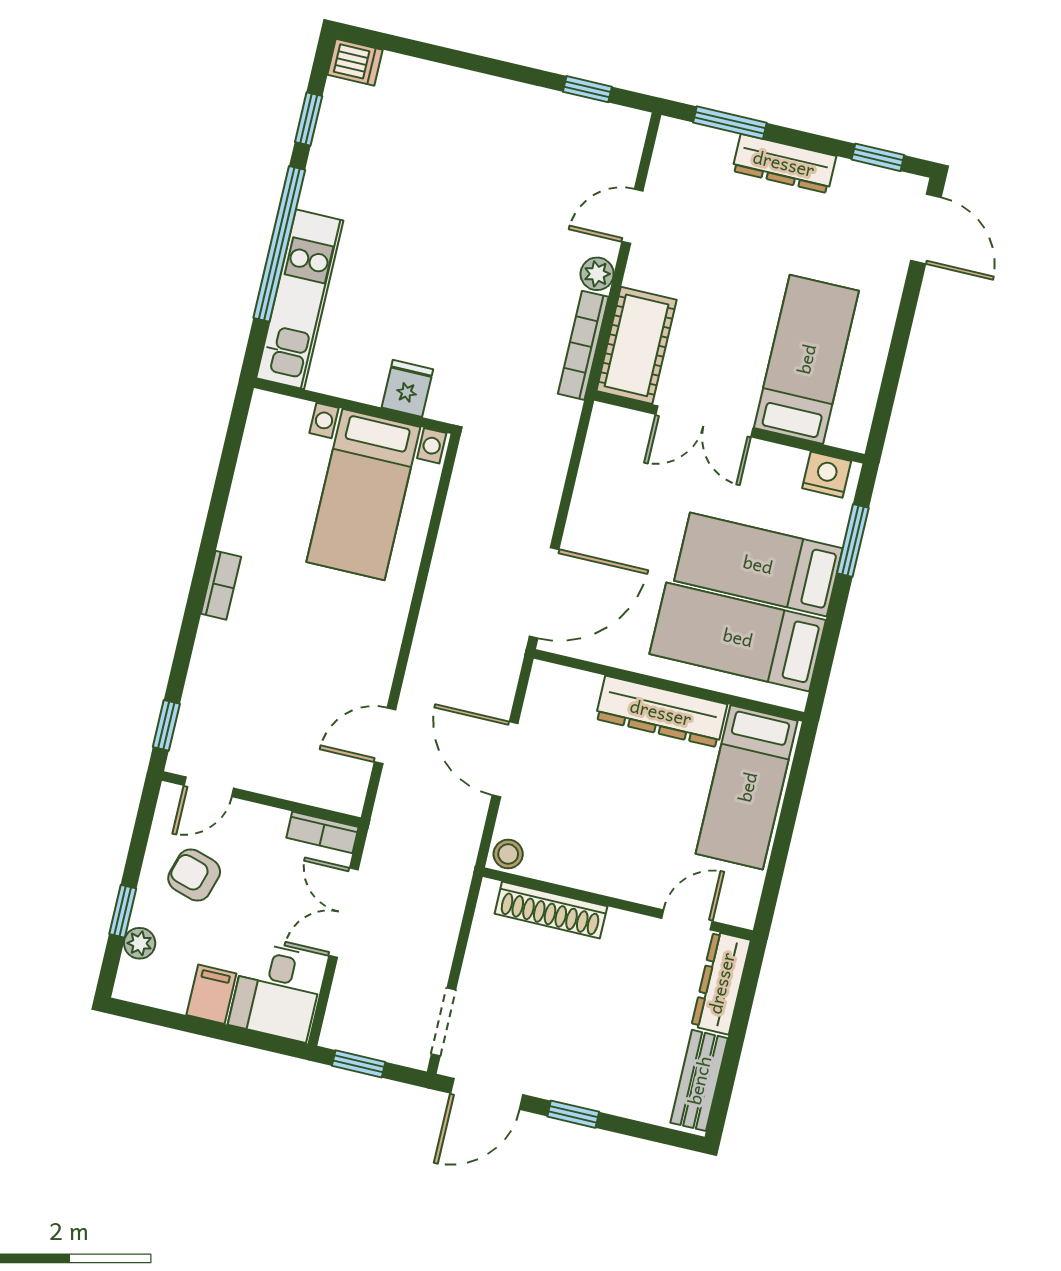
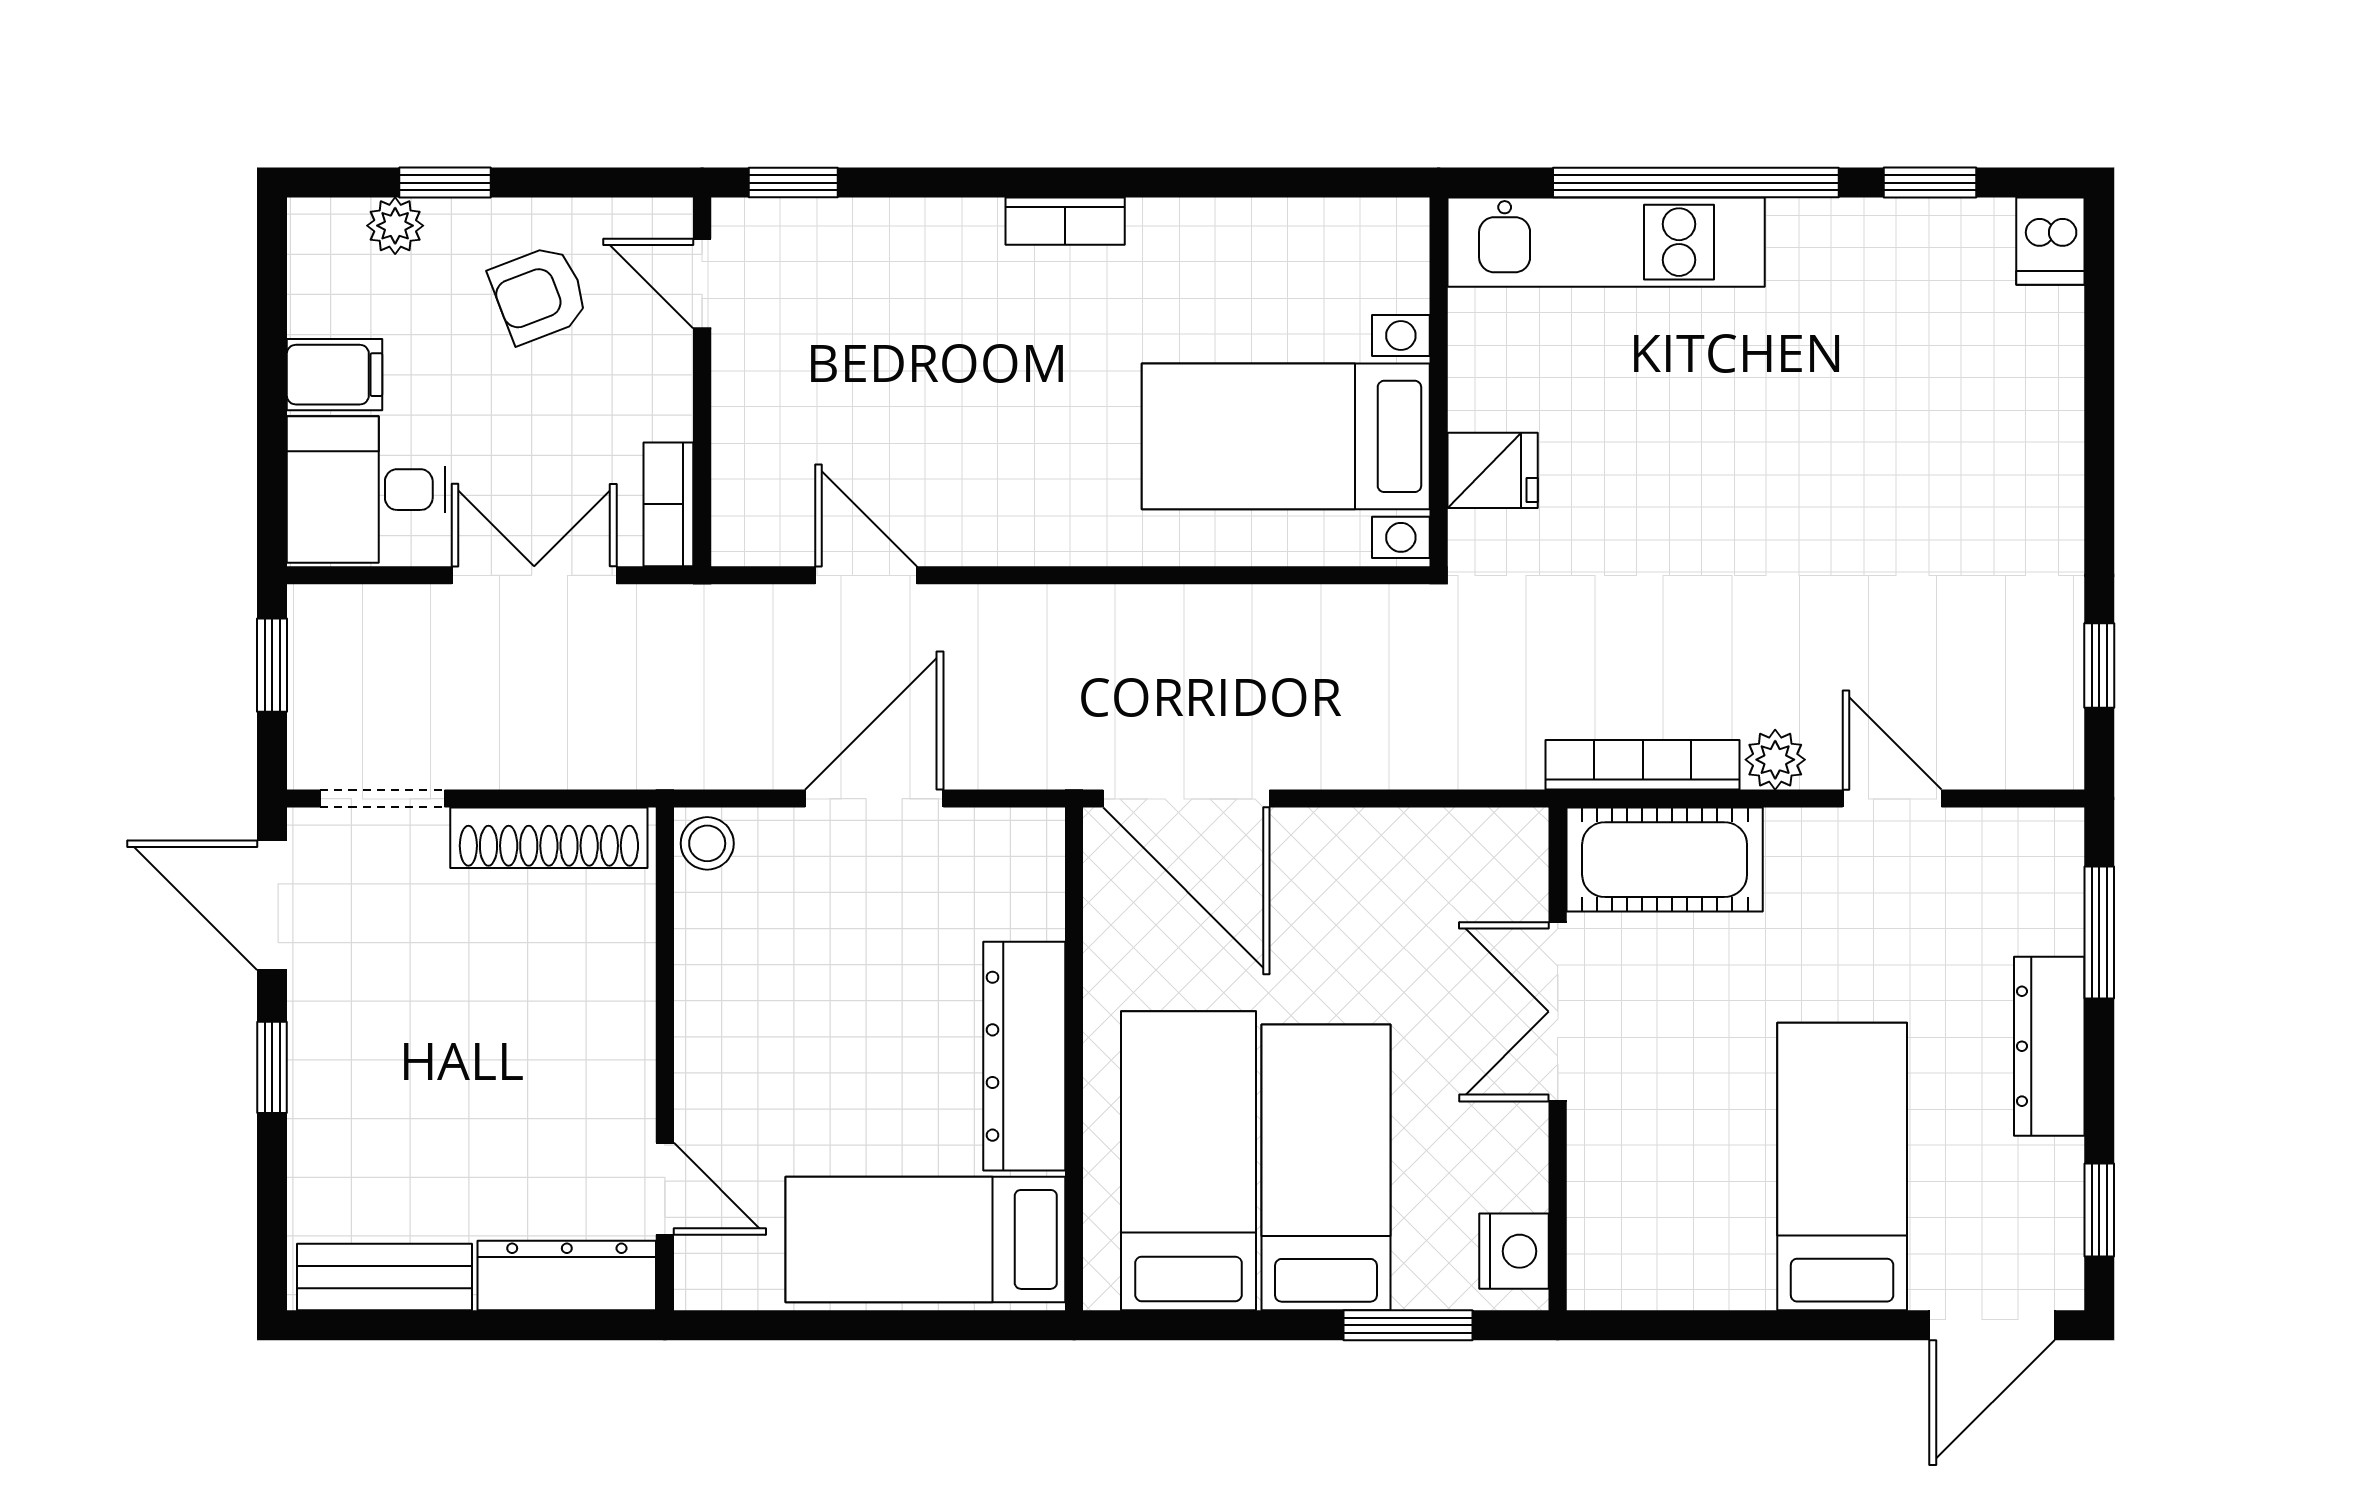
bed: (806, 359) -> (1842, 1166), moved, turned -90
armchair: (194, 875) -> (539, 294), turned -128
shoe rack: (551, 910) -> (549, 838), moved, turned -90

